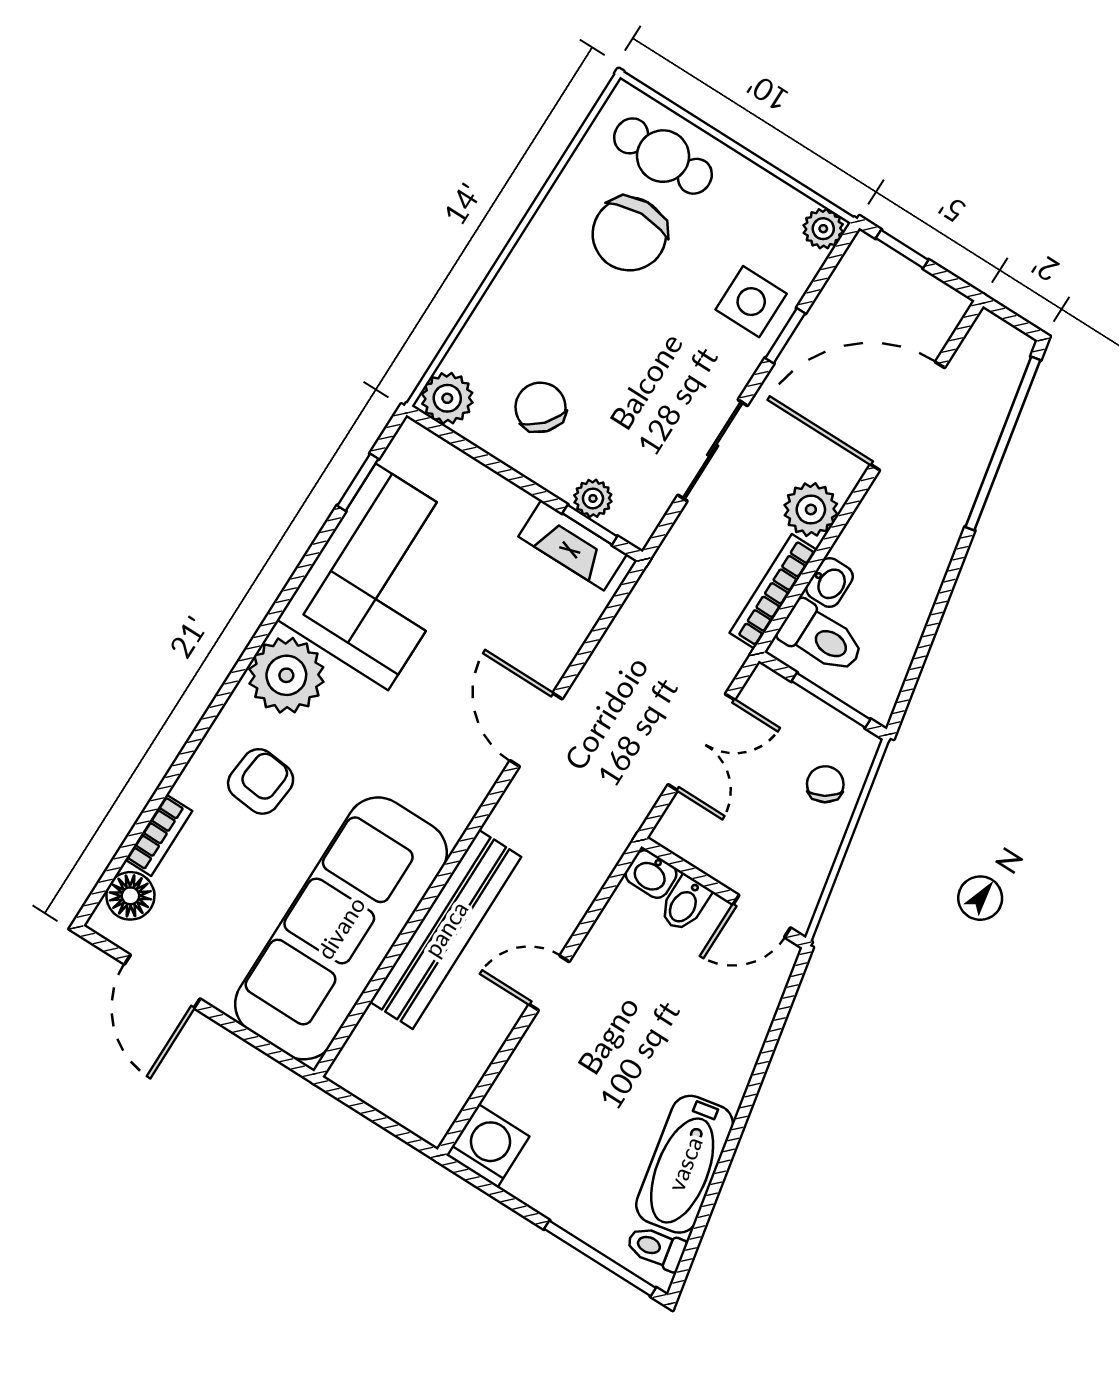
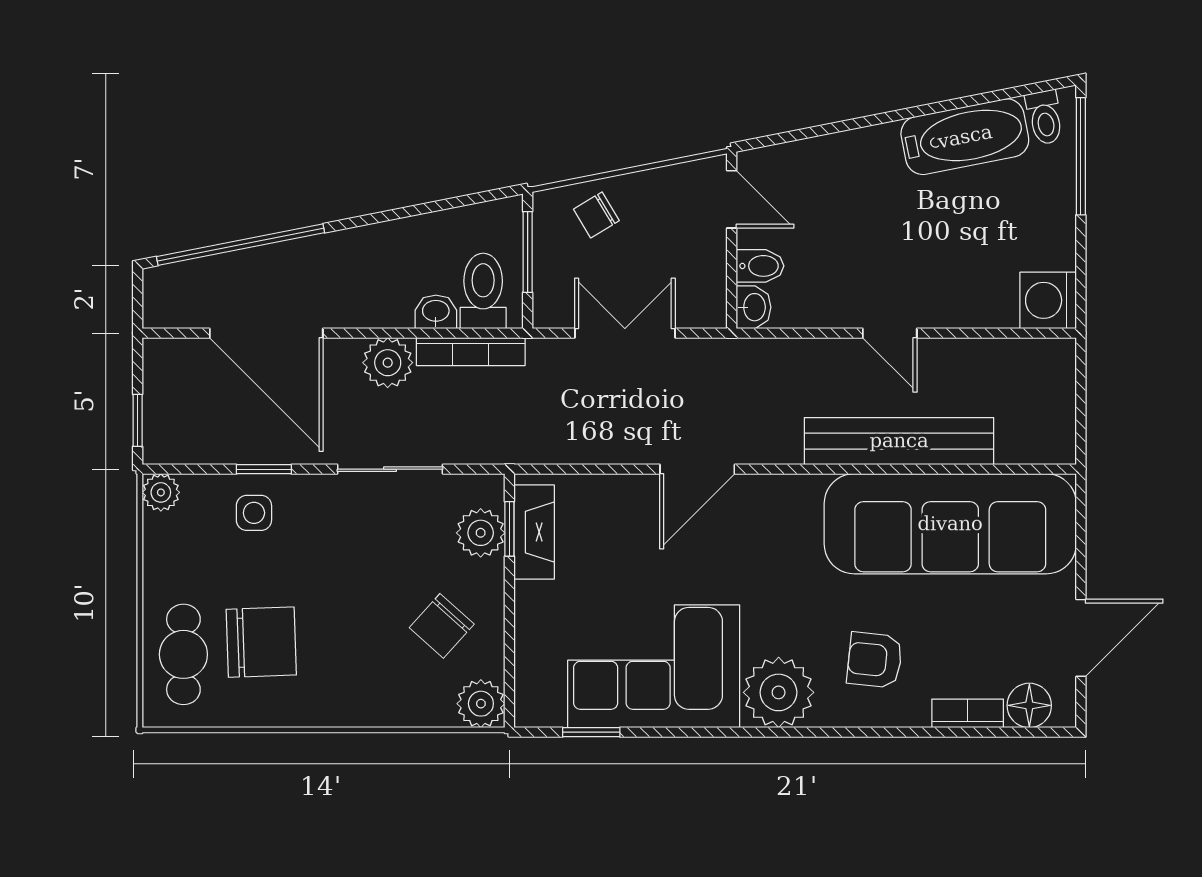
side table: (751, 302) -> (254, 513), width x0.73, depth x0.73
plant: (593, 498) -> (481, 533), width x1.38, depth x1.38

